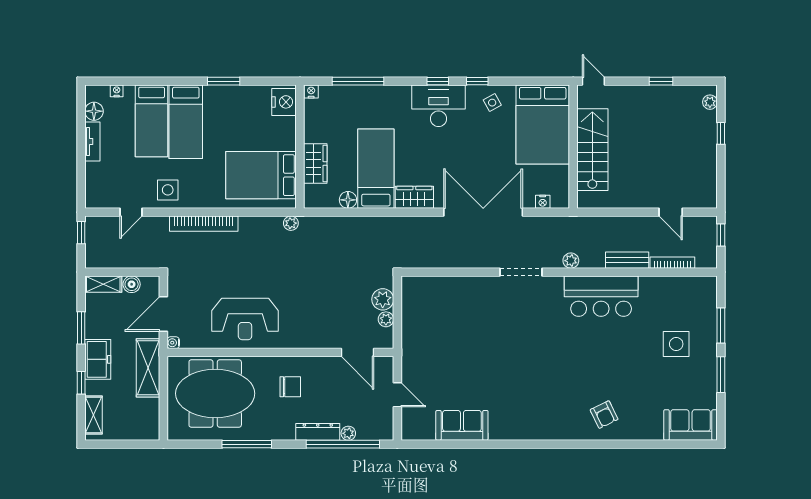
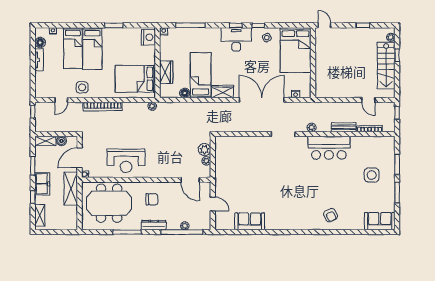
stairs: (592, 150) -> (386, 66), moved, turned 180
dresser: (318, 432) -> (154, 225), moved

